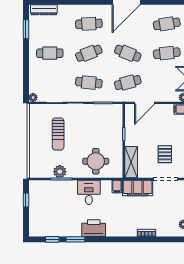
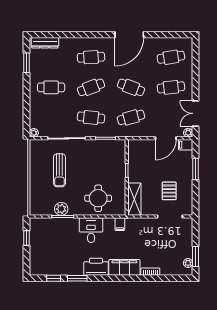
door: (145, 103) -> (166, 138), moved
filing cabinet: (138, 188) -> (124, 267), moved, turned 180

